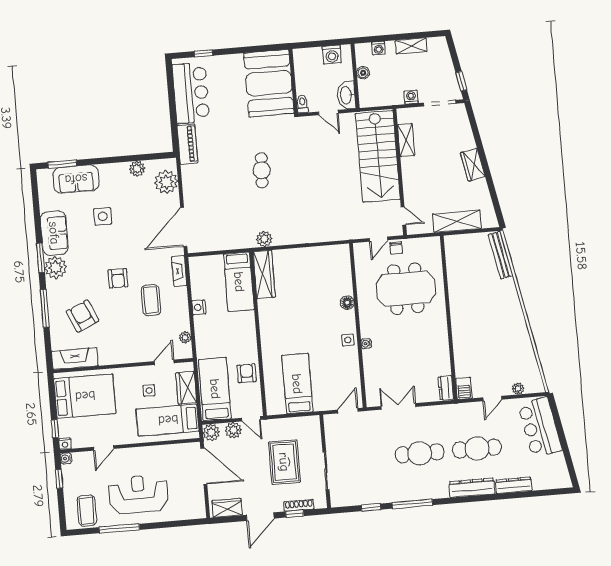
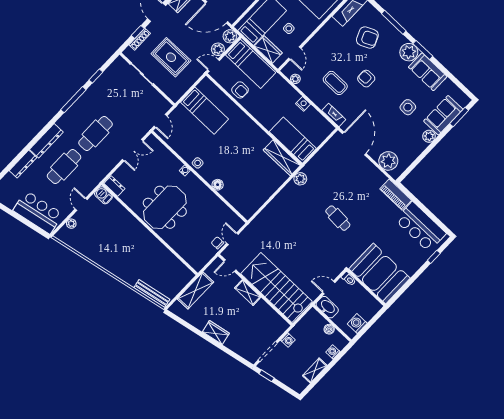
shelving: (406, 140) -> (248, 293), moved
plant: (137, 169) -> (429, 136), moved
meeting table: (406, 289) -> (165, 207), moved

